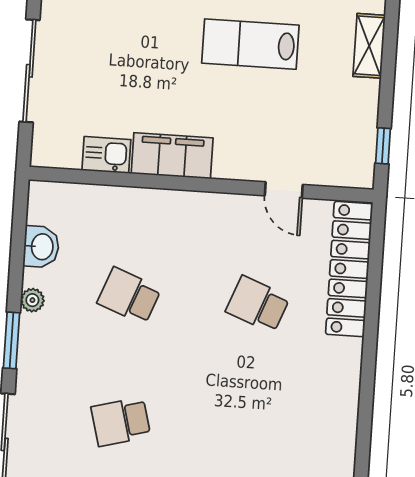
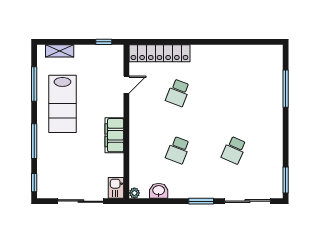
lab bench: (250, 44) -> (62, 104), width x1.36, depth x1.39
kitchen sink: (106, 155) -> (116, 188), moved
plant: (32, 300) -> (134, 193), moved
school desk: (121, 422) -> (234, 150), turned 39

